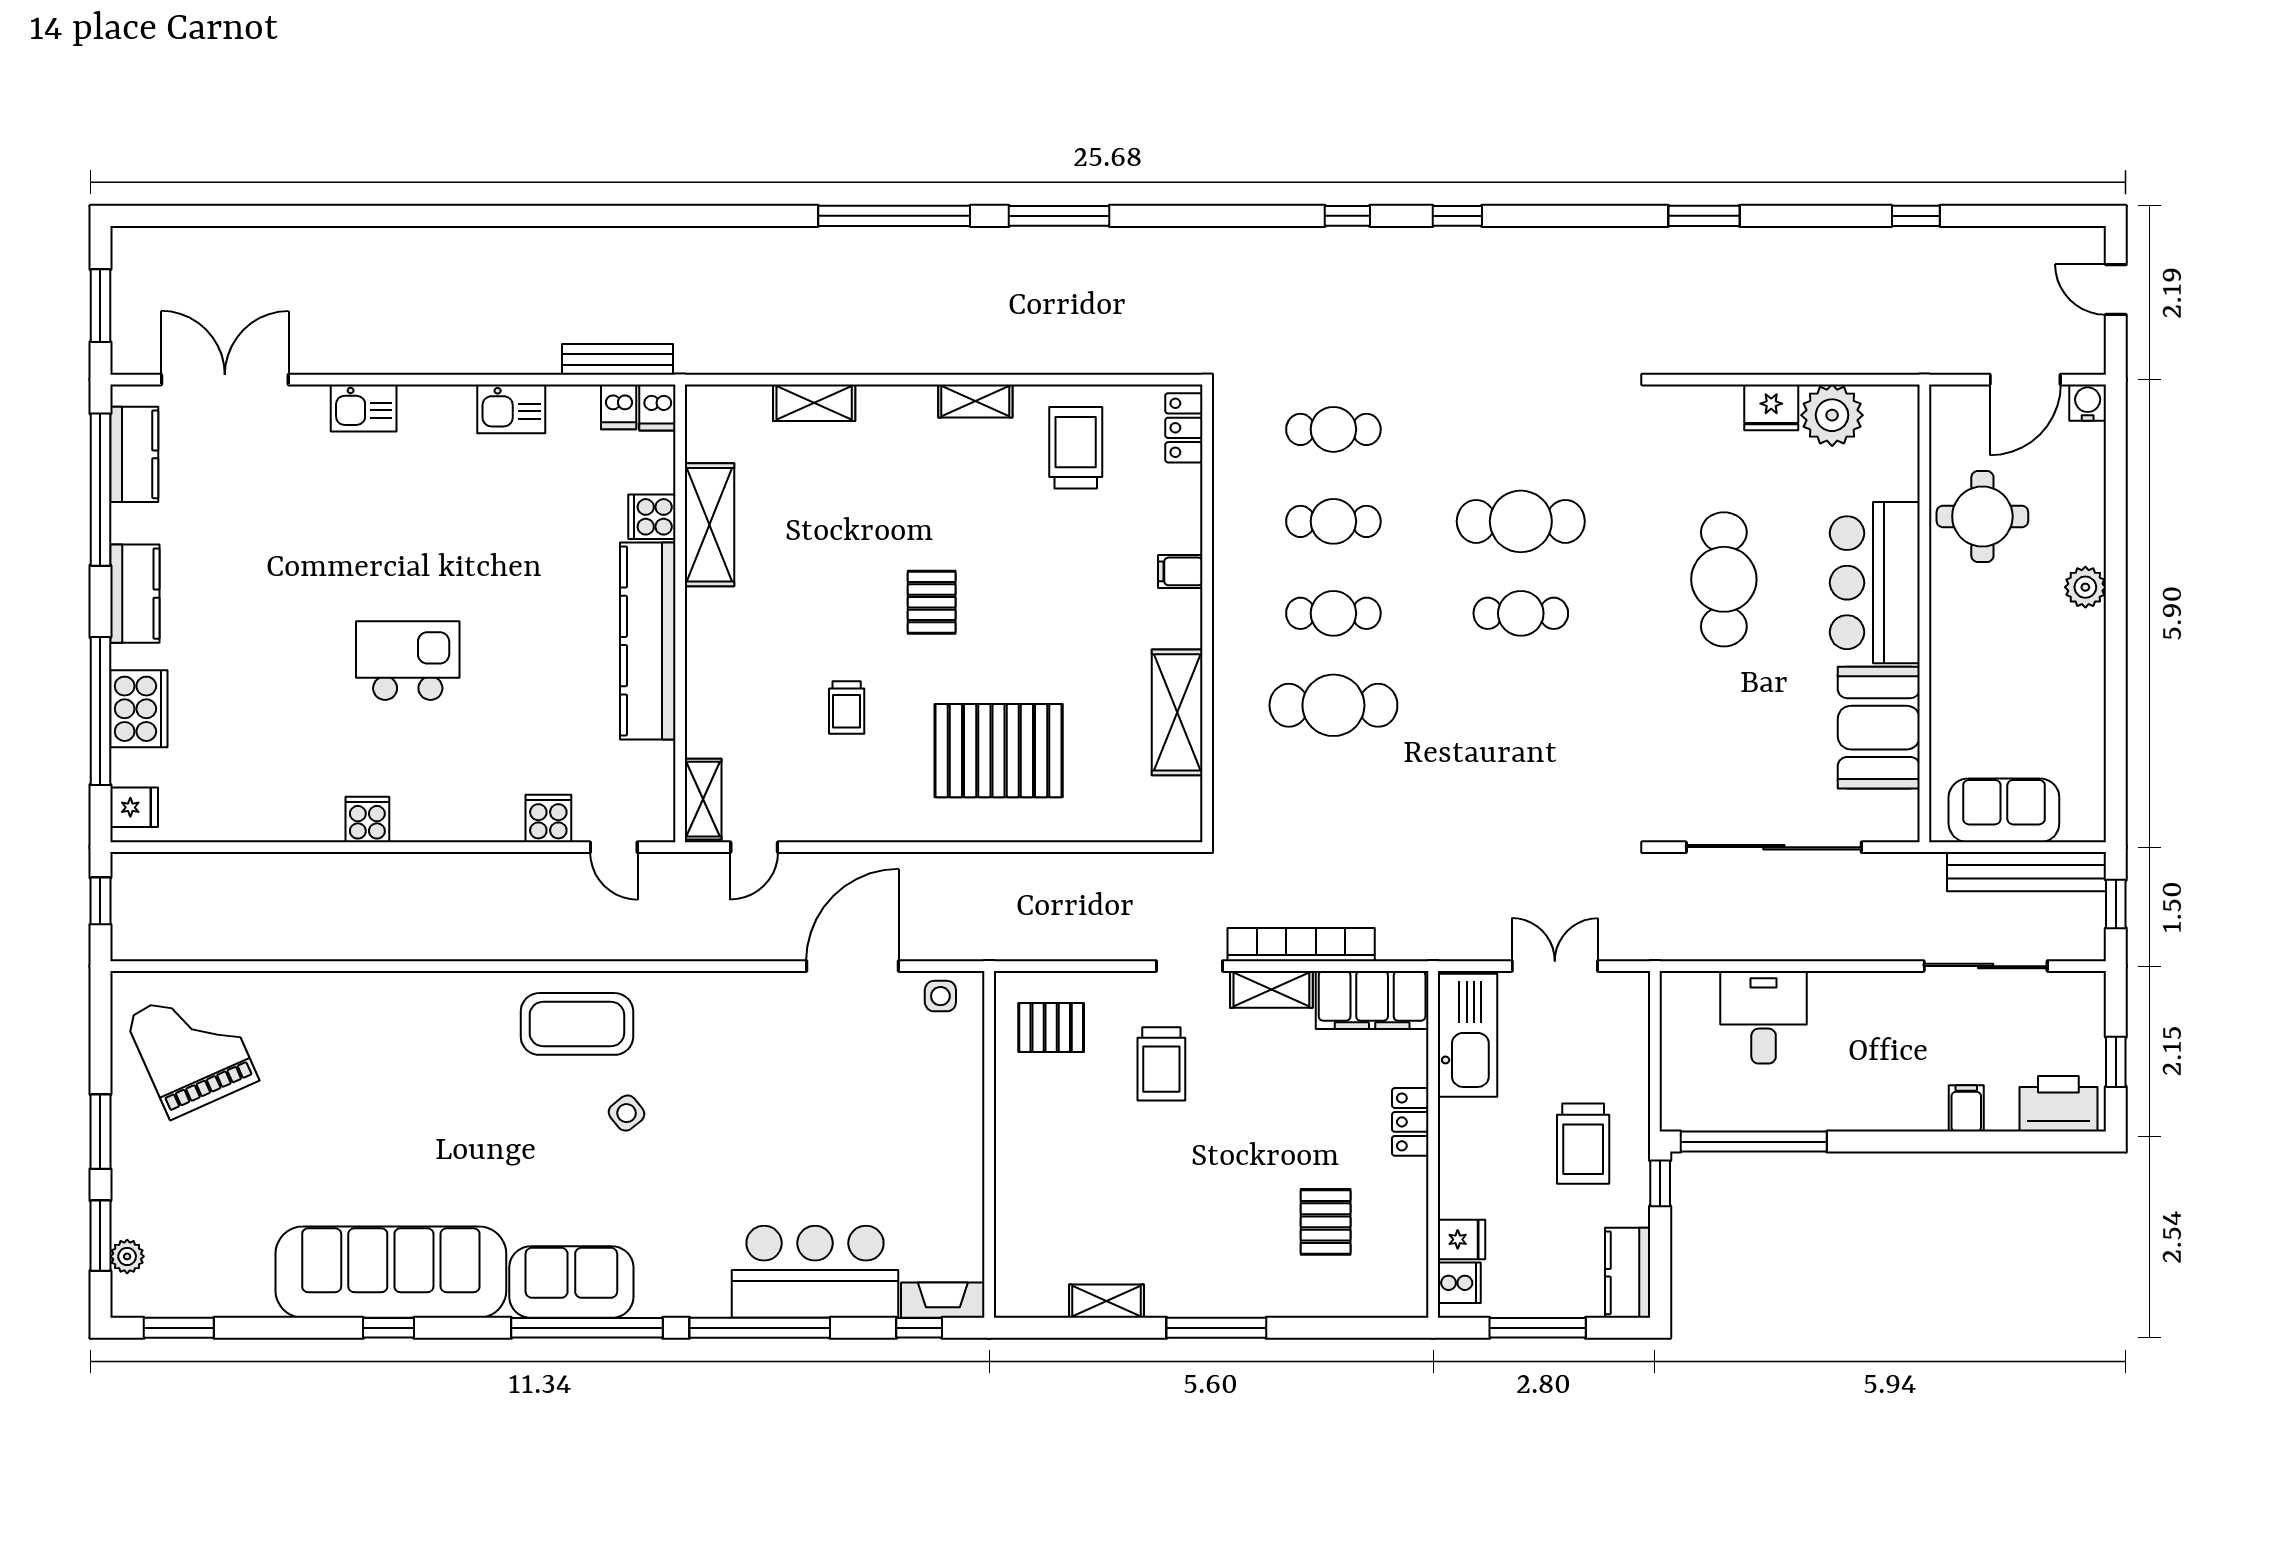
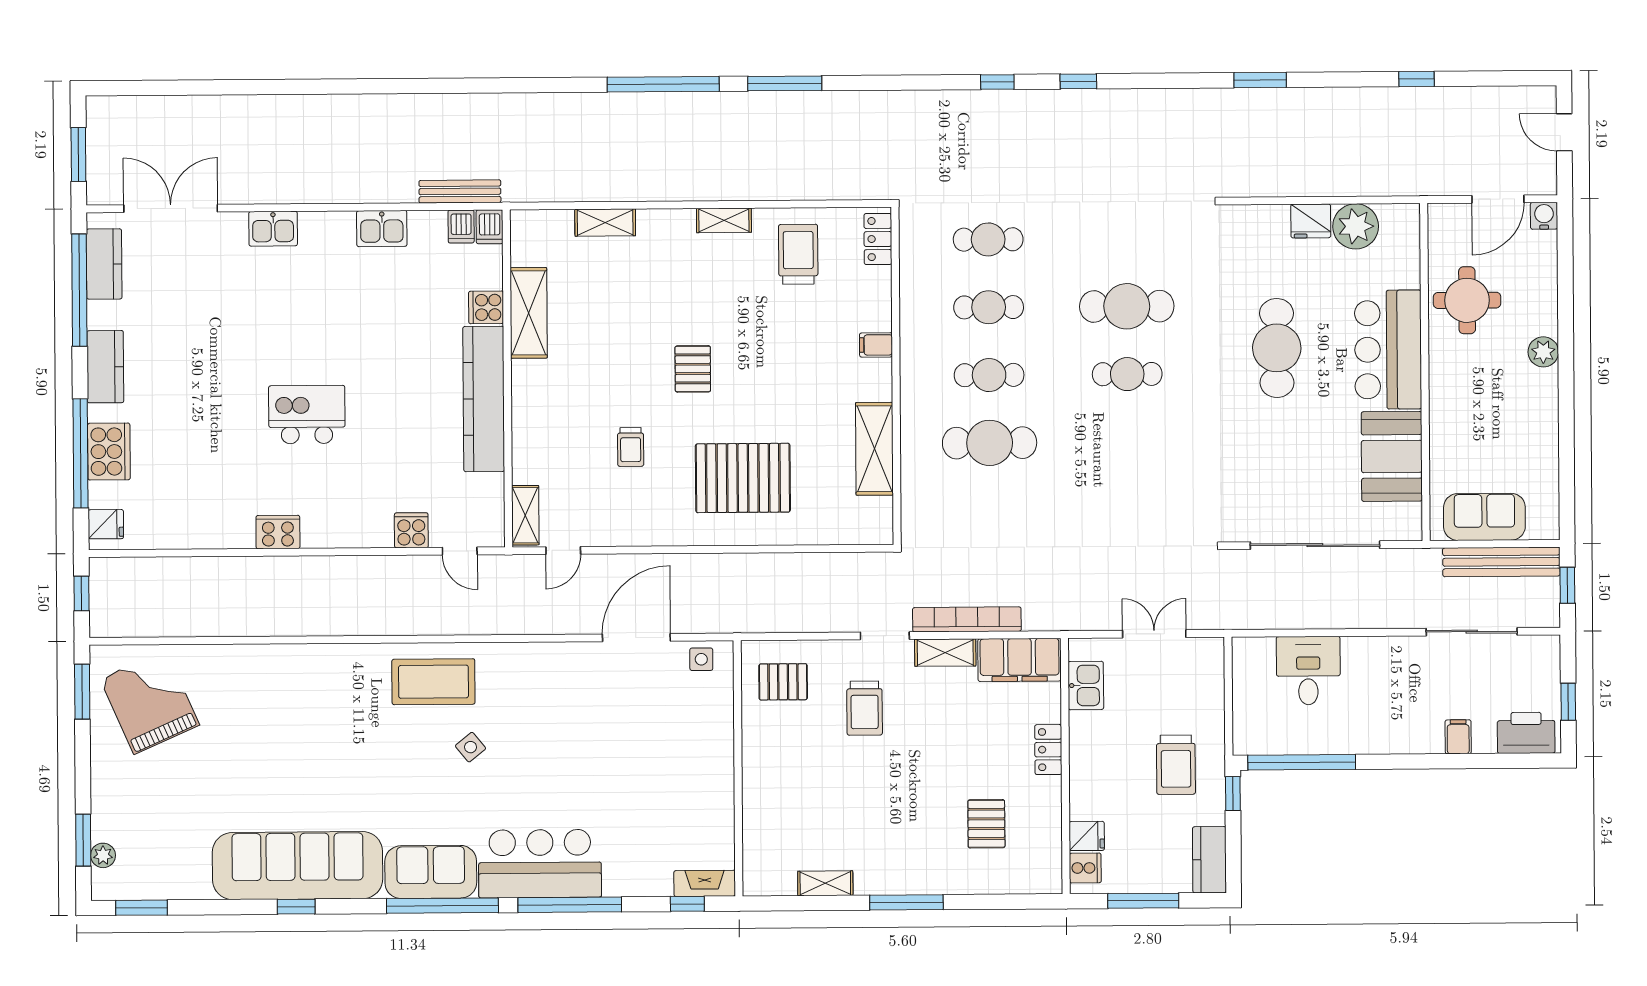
cooker: (367, 820) -> (278, 532), width x1.36
kitchen sink: (1467, 1035) -> (1086, 685), width x0.53, depth x0.81
window: (100, 1132) -> (82, 692), moved
bar counter: (815, 1272) -> (540, 864), moved

